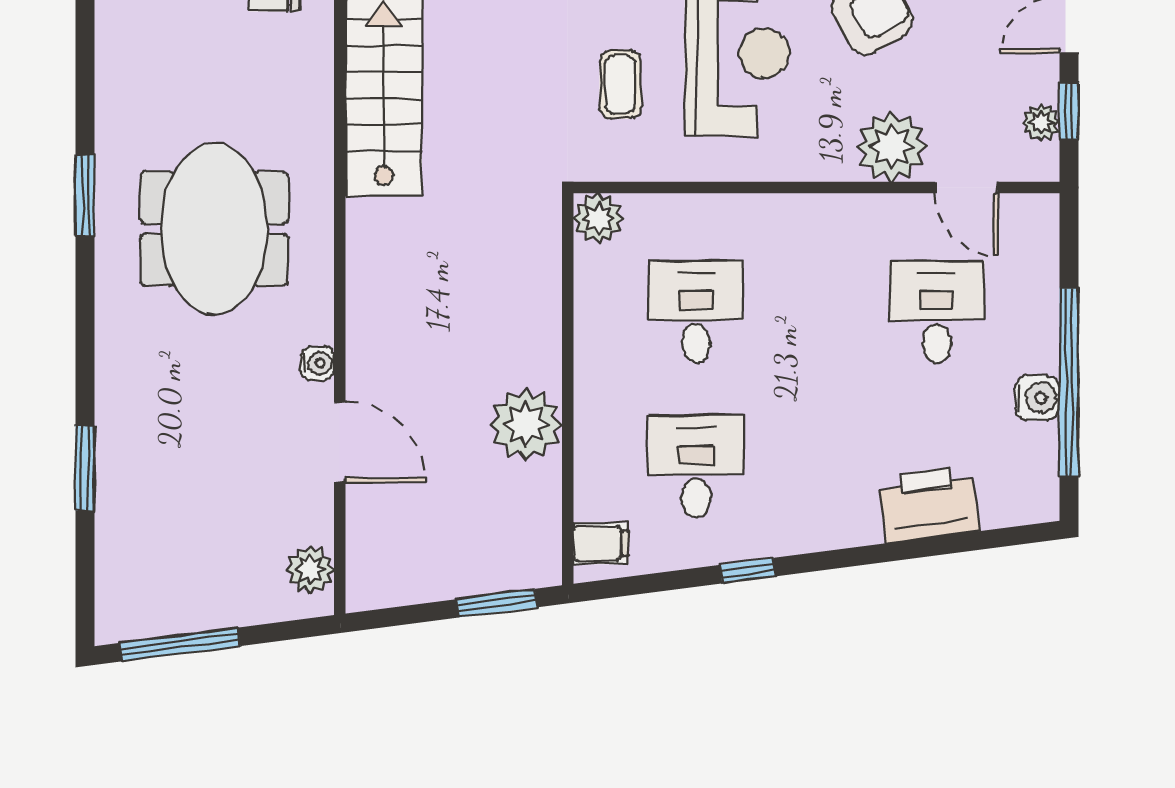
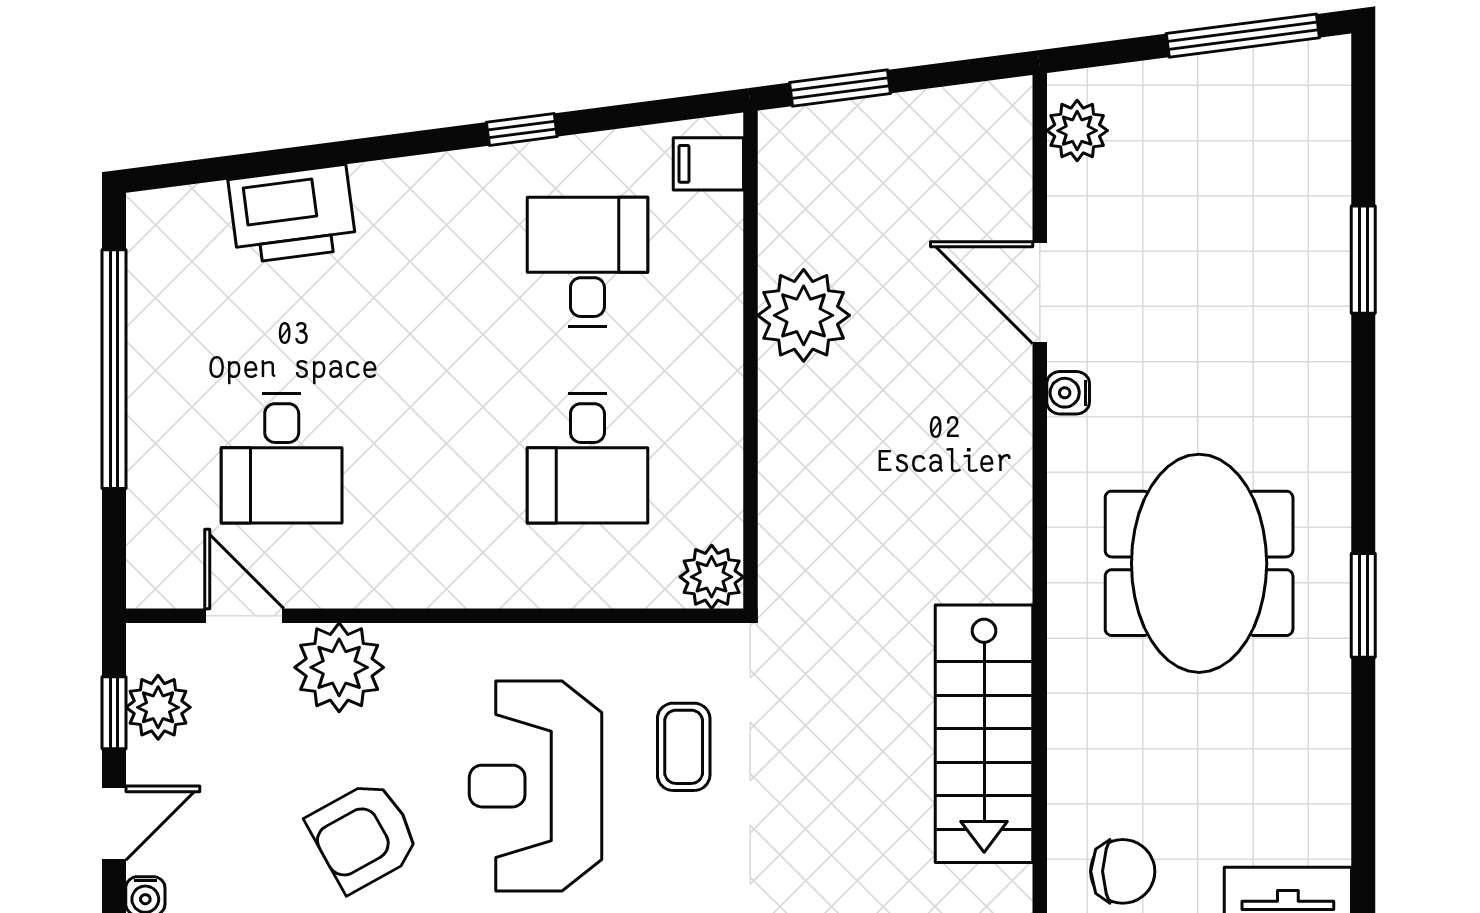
plant: (1041, 122) -> (158, 707), width x1.38, depth x1.38
water cooler: (1037, 398) -> (154, 349), removed
desk: (696, 466) -> (587, 262), turned 180

